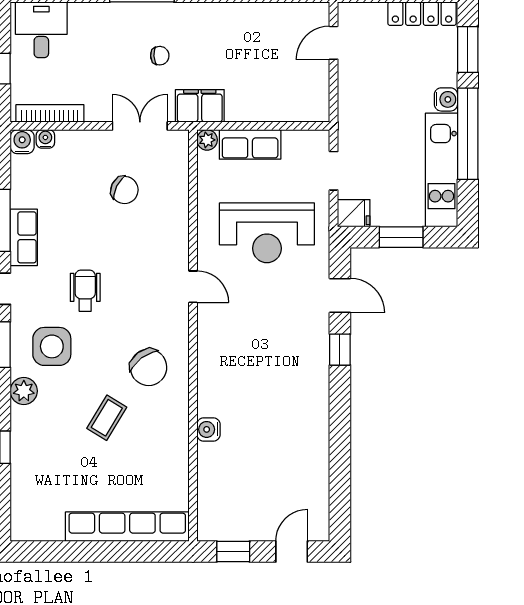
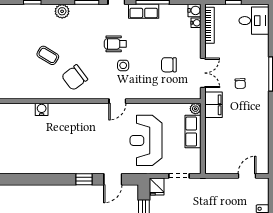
door: (334, 43) -> (247, 176), hinge flipped
chair: (124, 190) -> (169, 65), turned 64
wheelchair: (85, 291) -> (115, 44), turned 180
side table: (52, 346) -> (123, 65), moved, width x0.54, depth x0.54

